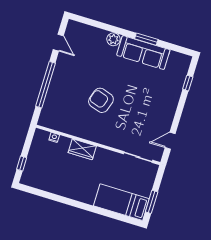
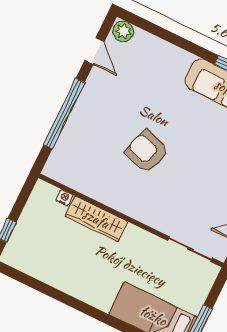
plant: (113, 39) -> (123, 31), moved
wardrobe: (82, 149) -> (96, 219), width x1.50

